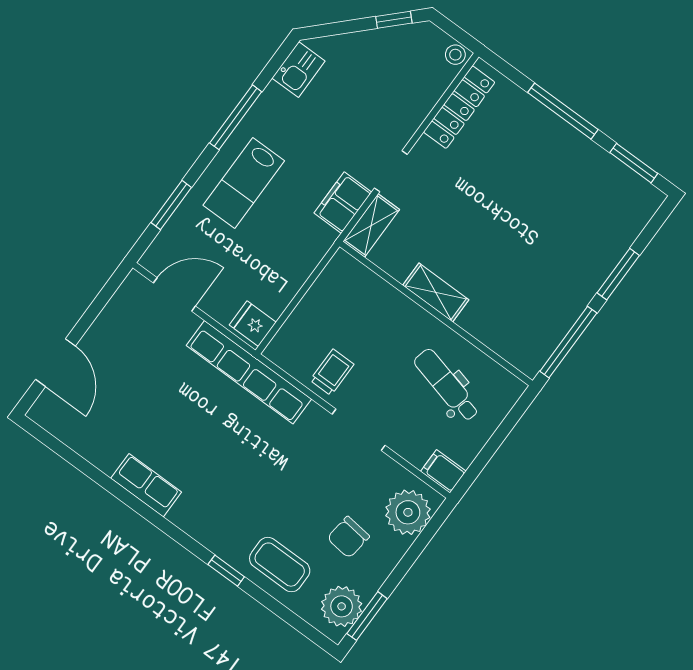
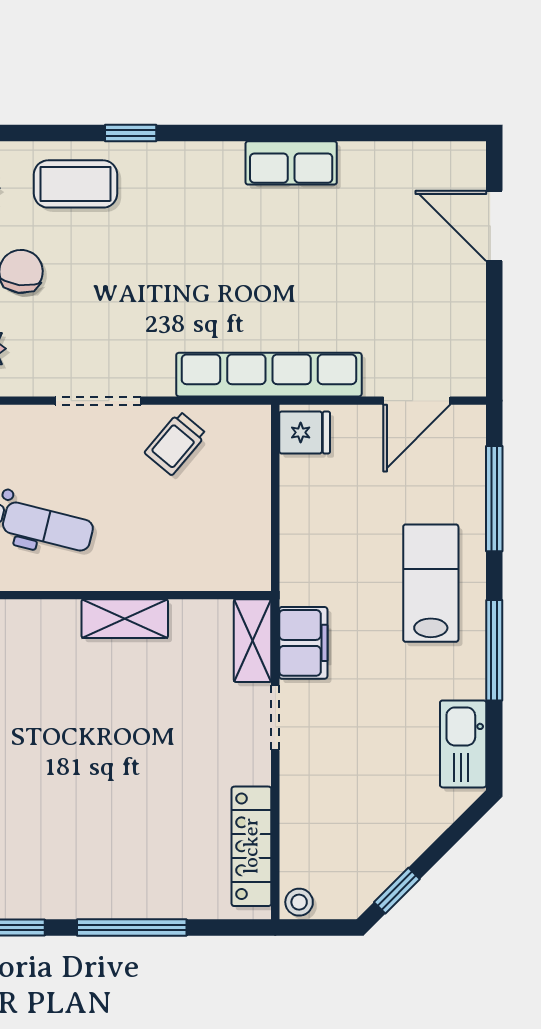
kitchen sink: (298, 70) -> (463, 744), width x1.38
window: (171, 205) -> (494, 499), width x1.44
trolley: (332, 372) -> (176, 443), turned 40

